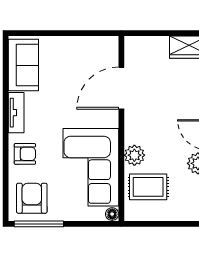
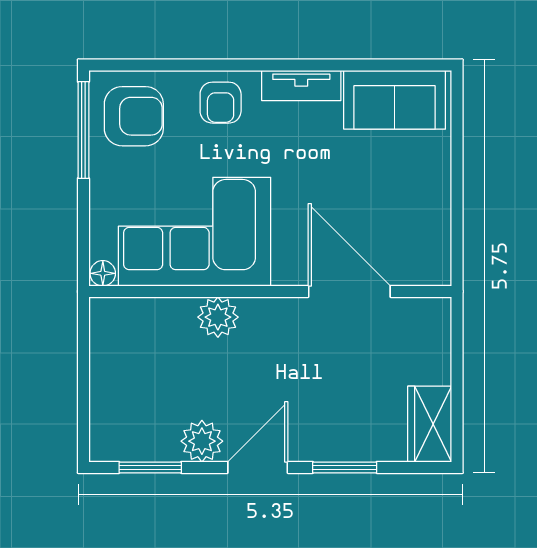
rug: (148, 187) -> (156, 344), removed

